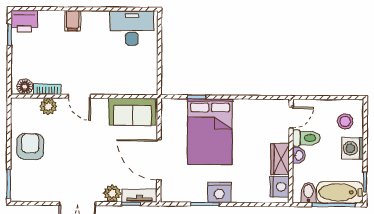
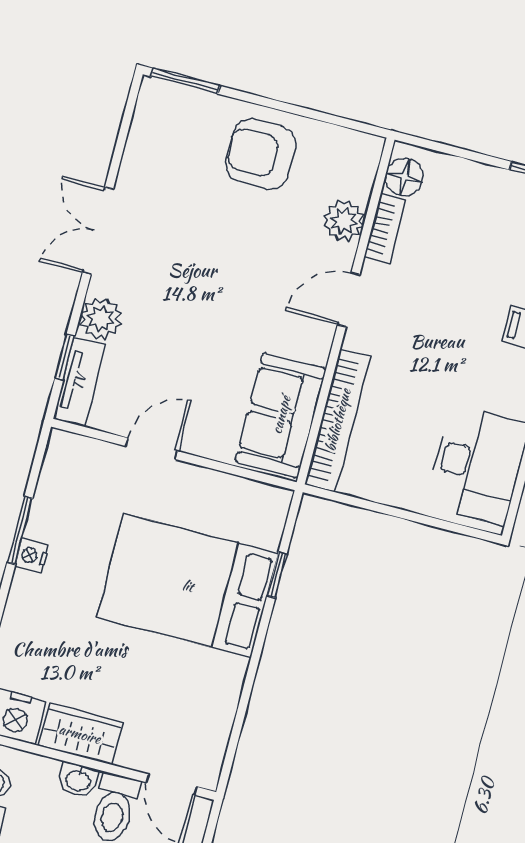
bookcase: (129, 88) -> (338, 420), added
armchair: (30, 146) -> (260, 154), turned 180
door: (159, 160) -> (152, 449), width x0.53
nightstand: (219, 192) -> (32, 556), width x0.53, depth x0.56

